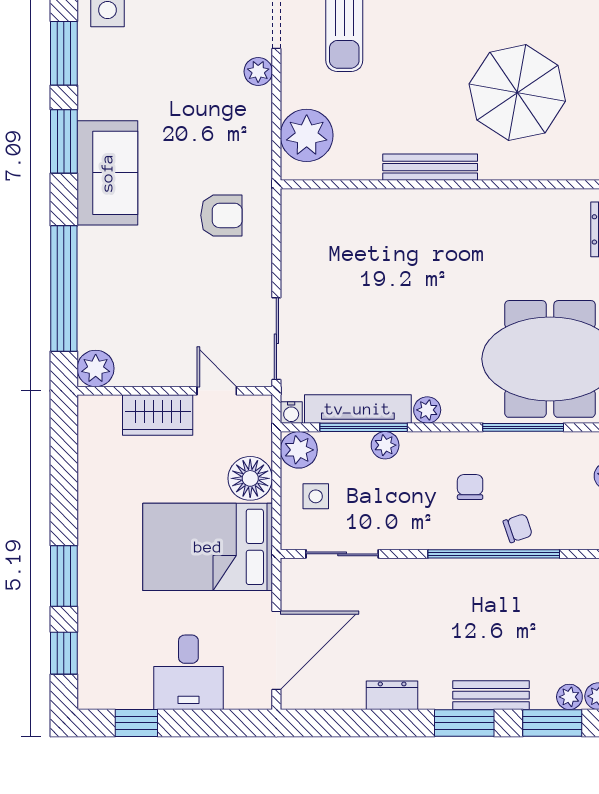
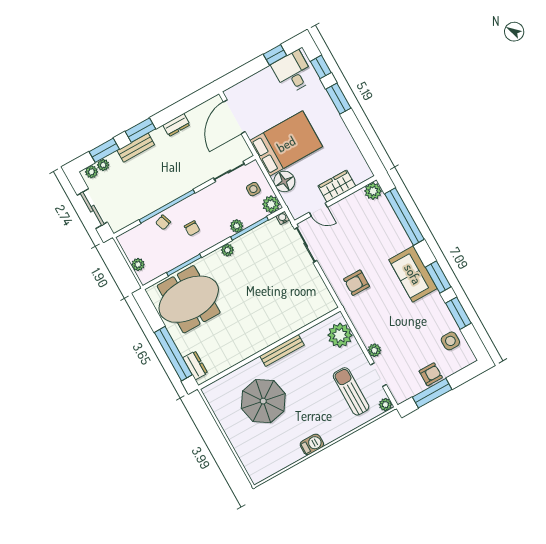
tv unit: (358, 409) -> (256, 235), removed
desk: (188, 672) -> (293, 72), moved

